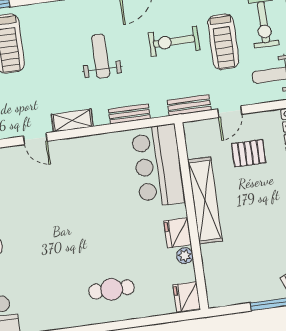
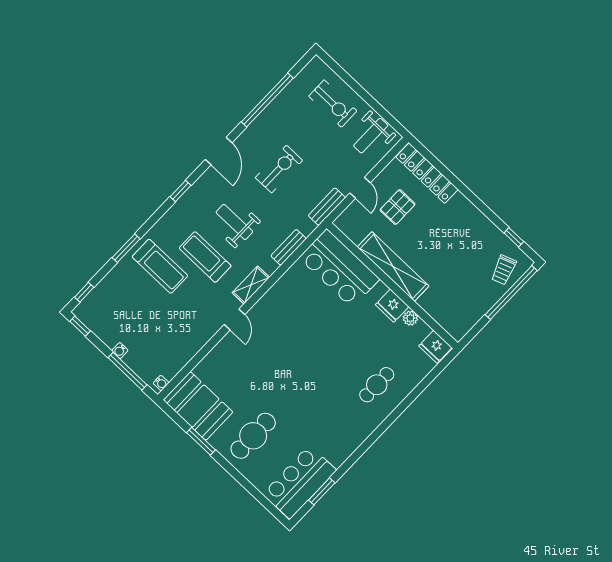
exercise bike: (174, 41) -> (279, 169), turned 180
treadmill: (223, 42) -> (205, 257), moved, turned 180
door: (35, 139) -> (235, 319), hinge flipped

